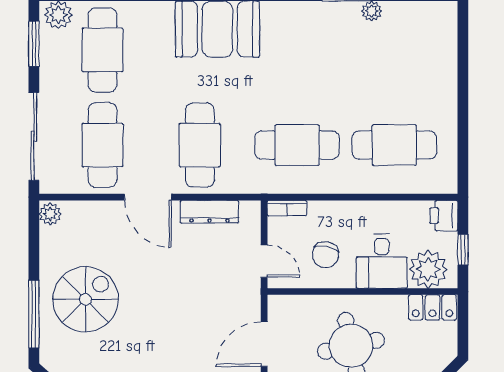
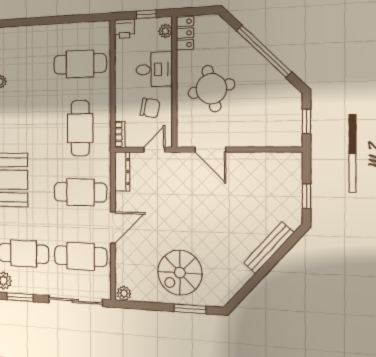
cafe table: (394, 145) -> (80, 64), turned 90
dresser: (210, 212) -> (122, 171), moved
plant: (428, 269) -> (165, 31), width x0.53, depth x0.53
spiral stairs: (85, 299) -> (180, 273), turned -90
window: (34, 314) -> (190, 309), width x0.69

